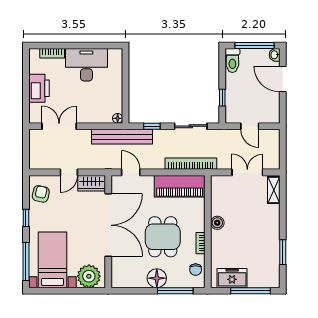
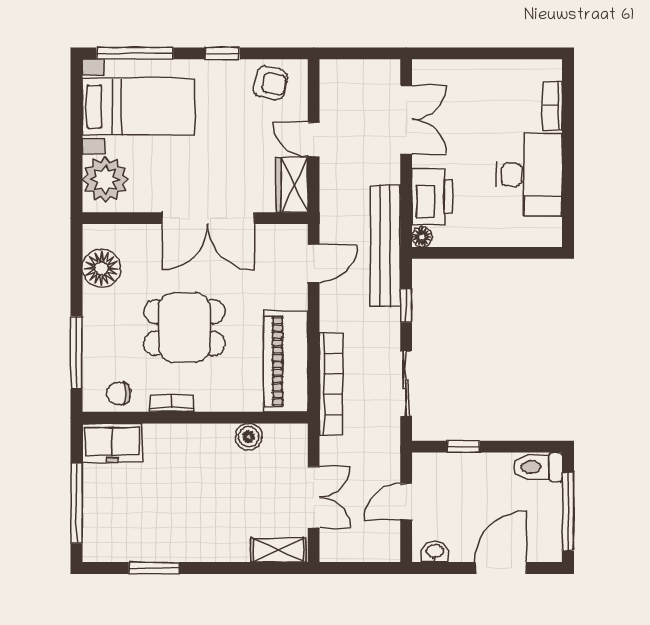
washbasin: (275, 55) -> (435, 552), moved
printer: (39, 88) -> (432, 197), moved, turned -90
boiler: (217, 223) -> (249, 437), moved
double door: (108, 225) -> (208, 218), width x0.73
floor lamp: (157, 278) -> (101, 268), moved
freezer: (232, 278) -> (112, 443), moved, turned 90

